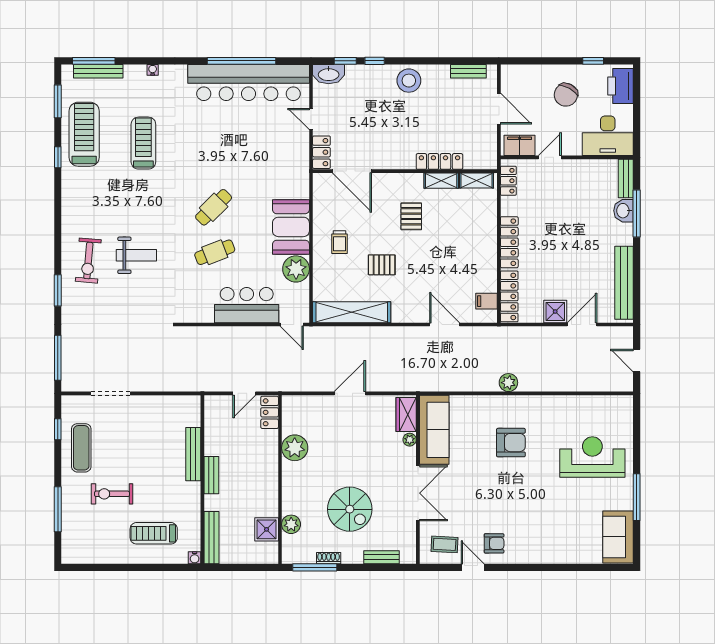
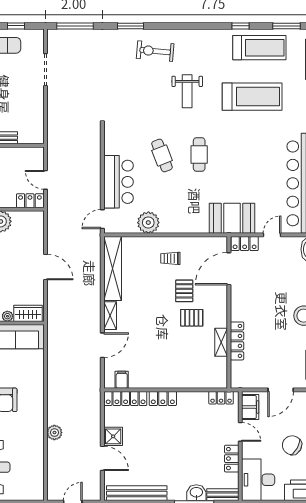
treadmill: (143, 143) -> (252, 97), width x1.37, depth x1.37
locker: (582, 168) -> (232, 459), added
shelving: (477, 181) -> (110, 316), moved
cafe table: (214, 207) -> (199, 154), turned 45
booth: (291, 227) -> (232, 218), moved
locker: (509, 242) -> (163, 398), width x0.66
weight bench: (136, 255) -> (187, 91), moved
pallet: (382, 265) -> (184, 291), moved
plant: (508, 383) -> (54, 433), moved

